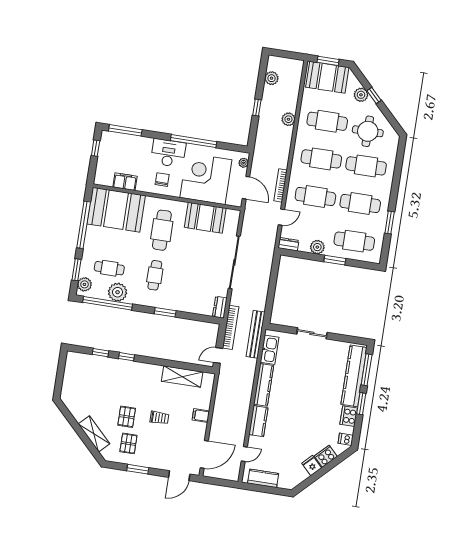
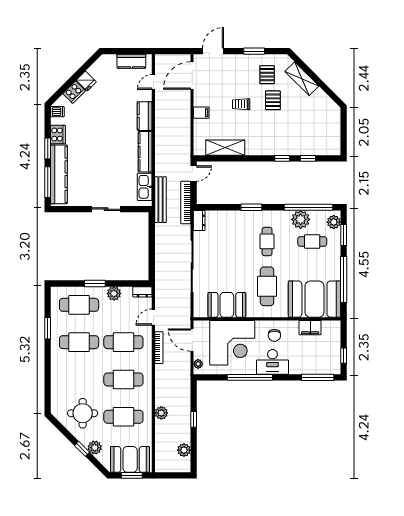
cafe table: (366, 166) -> (79, 379), removed

